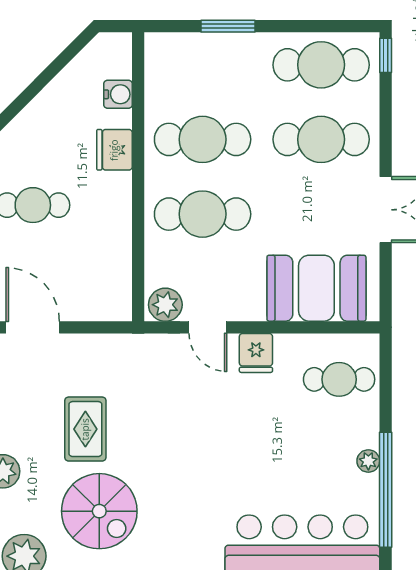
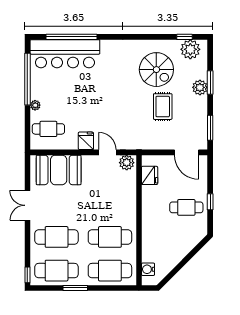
window: (228, 26) -> (75, 288), moved
water cooler: (118, 94) -> (148, 269), moved
fridge: (114, 150) -> (150, 175), moved
cafe table: (203, 214) -> (110, 271), moved
plant: (368, 461) -> (35, 105), moved
spiral stairs: (99, 511) -> (156, 70), turned 180

